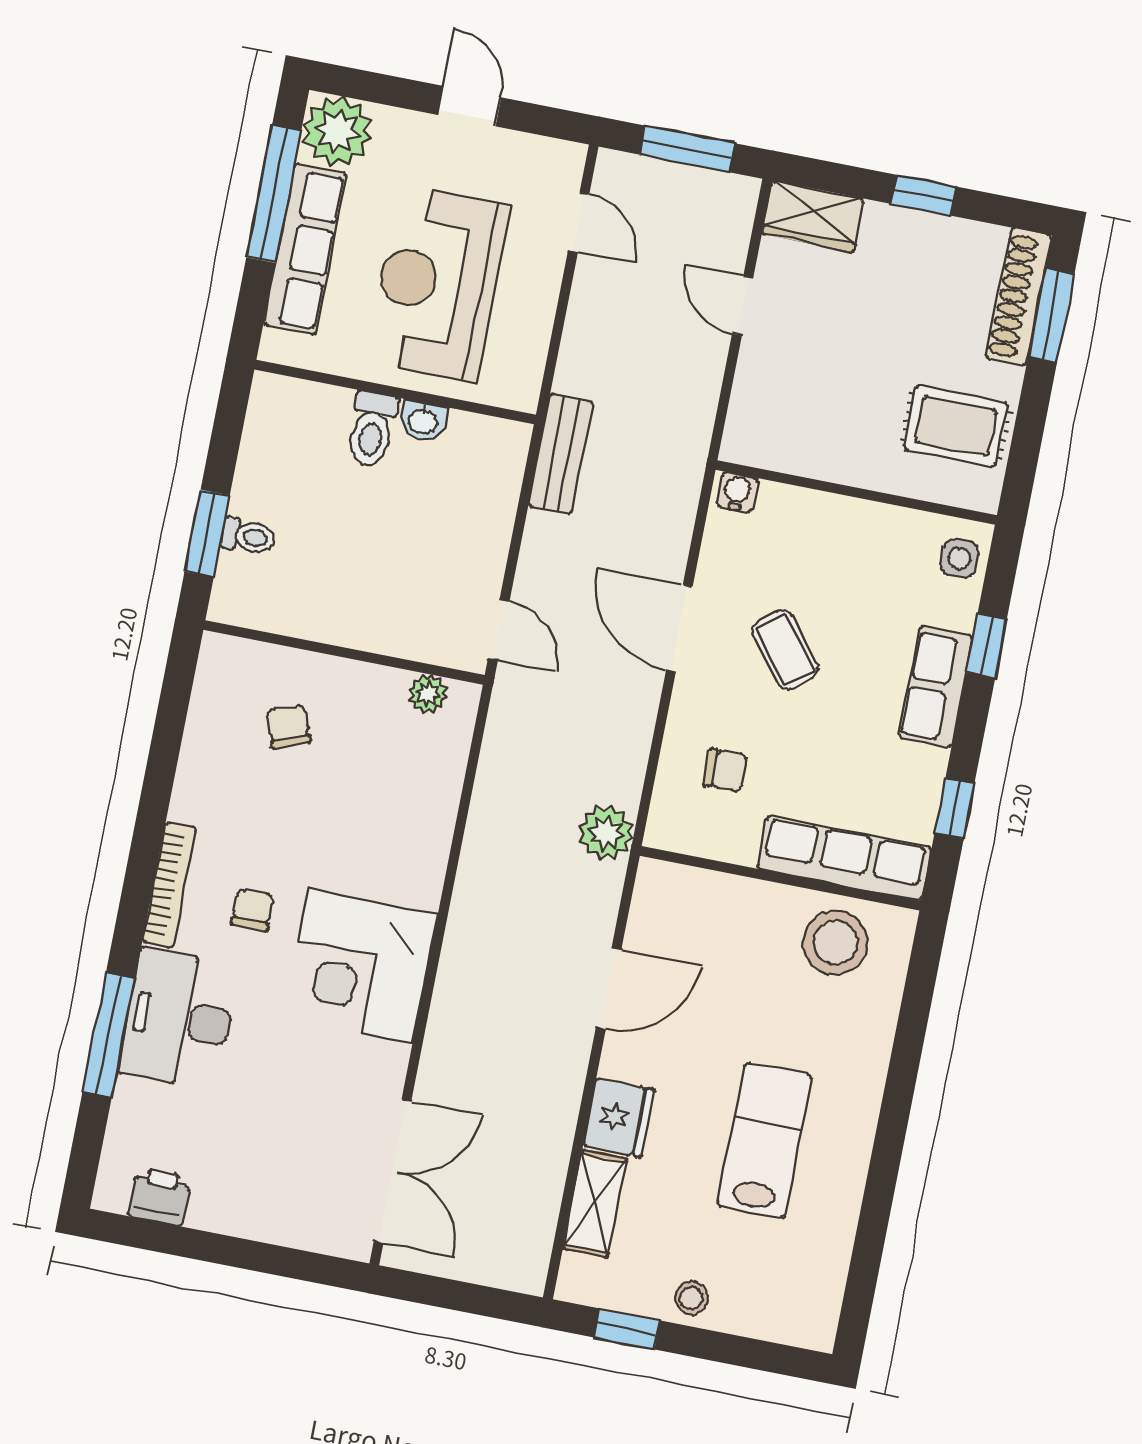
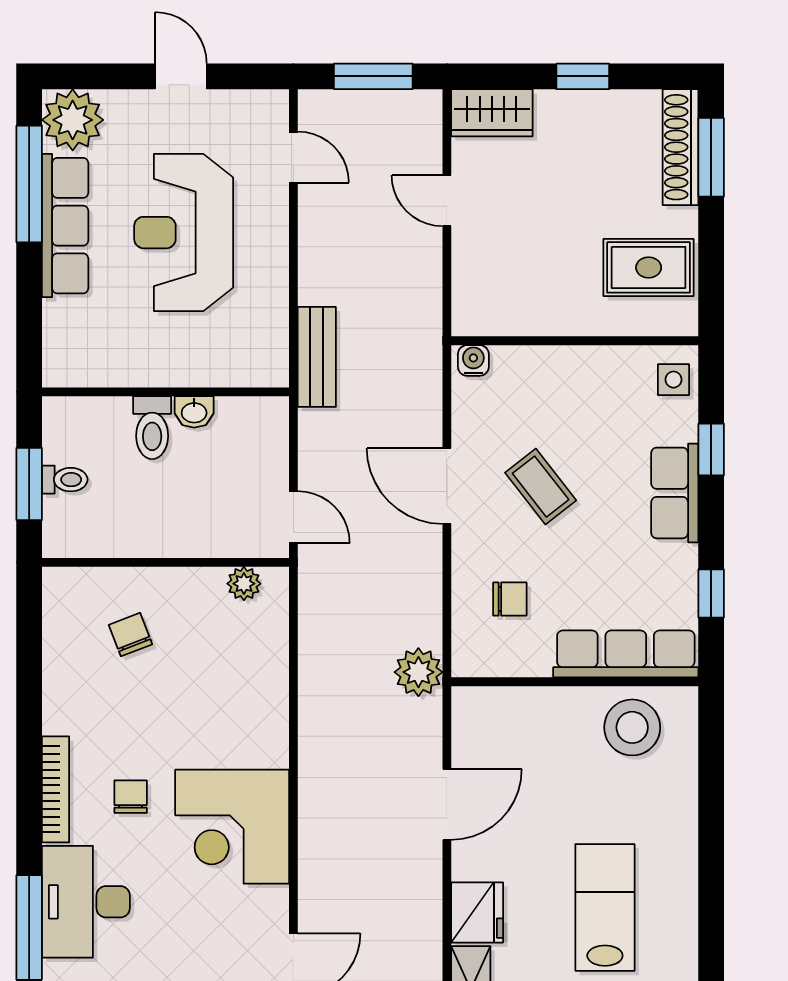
wall: (395, 392) -> (166, 392), moved
washbasin: (423, 421) -> (194, 412), moved
toilet: (372, 429) -> (152, 428), moved

